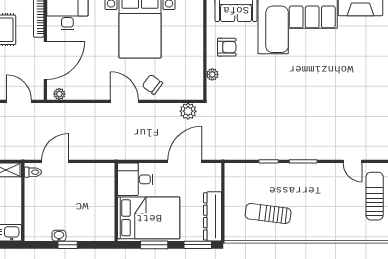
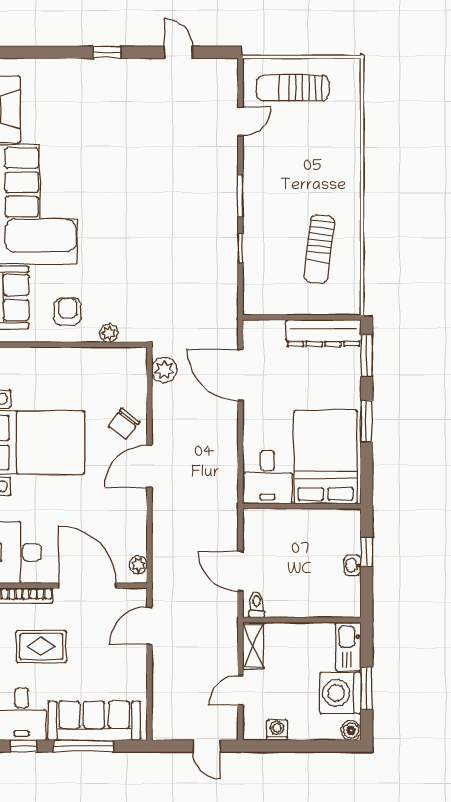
desk: (135, 179) -> (267, 477), moved
wall: (116, 202) -> (302, 506), moved
bed: (149, 218) -> (326, 457), moved

